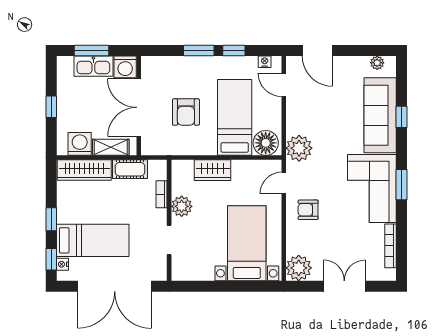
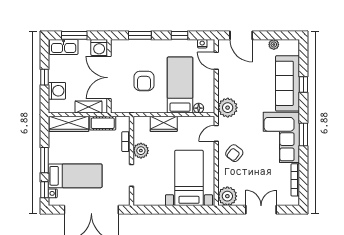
window: (199, 50) -> (140, 35), moved
plant: (377, 63) -> (274, 45), moved
kitchen sink: (93, 66) -> (64, 47), moved
floor lamp: (266, 143) -> (199, 108), width x0.53, depth x0.53
washing machine: (80, 144) -> (57, 91), moved, turned 90
armchair: (308, 210) -> (234, 153), turned -52
window: (51, 219) -> (45, 160), width x1.50

